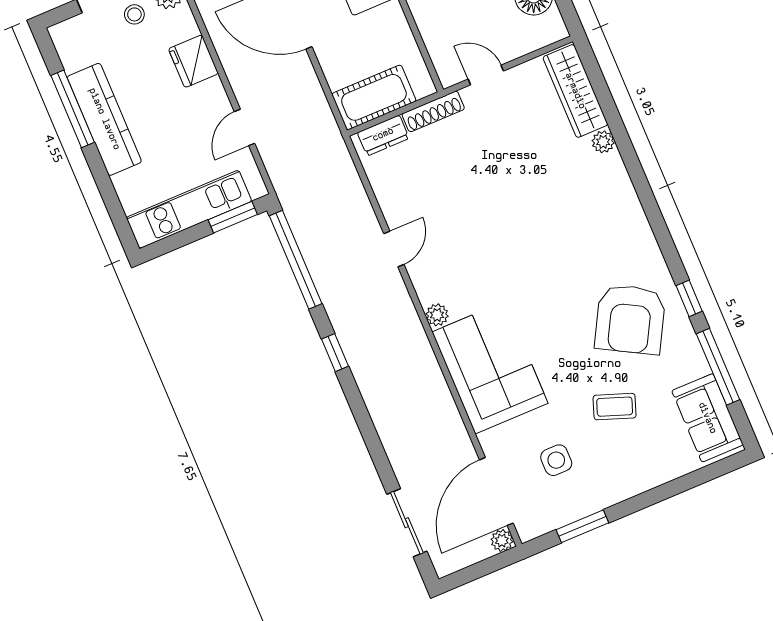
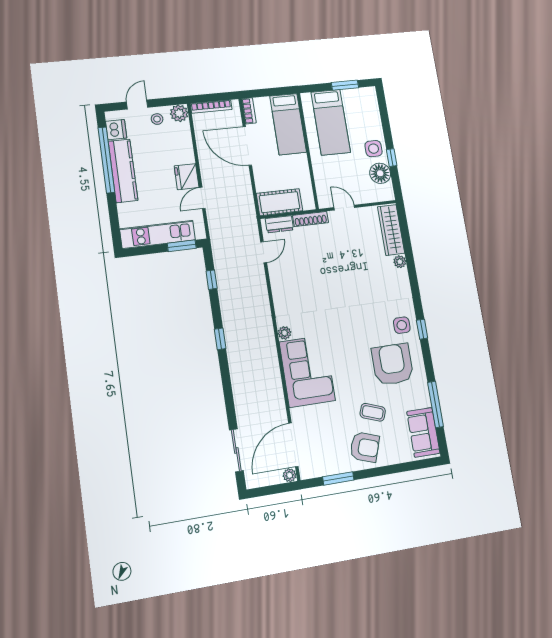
dishwasher: (74, 53) -> (116, 130), added
fridge: (193, 61) -> (187, 177), moved
window: (73, 109) -> (106, 160), width x1.46
door: (394, 249) -> (264, 252), moved
window: (296, 260) -> (212, 280), width x0.32
window: (689, 298) -> (422, 329), moved
armchair: (630, 319) -> (393, 364), turned 151
side table: (556, 460) -> (402, 325), moved
armchair: (614, 466) -> (365, 447), added

